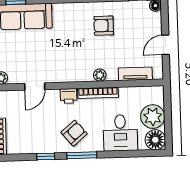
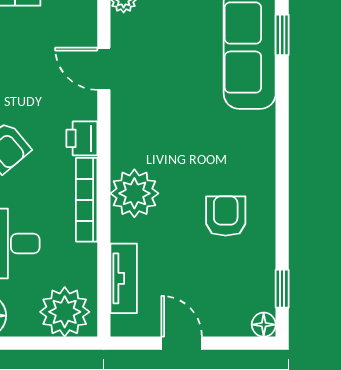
plant: (100, 75) -> (134, 193), width x1.88, depth x1.88
plant: (153, 117) -> (65, 312), moved

